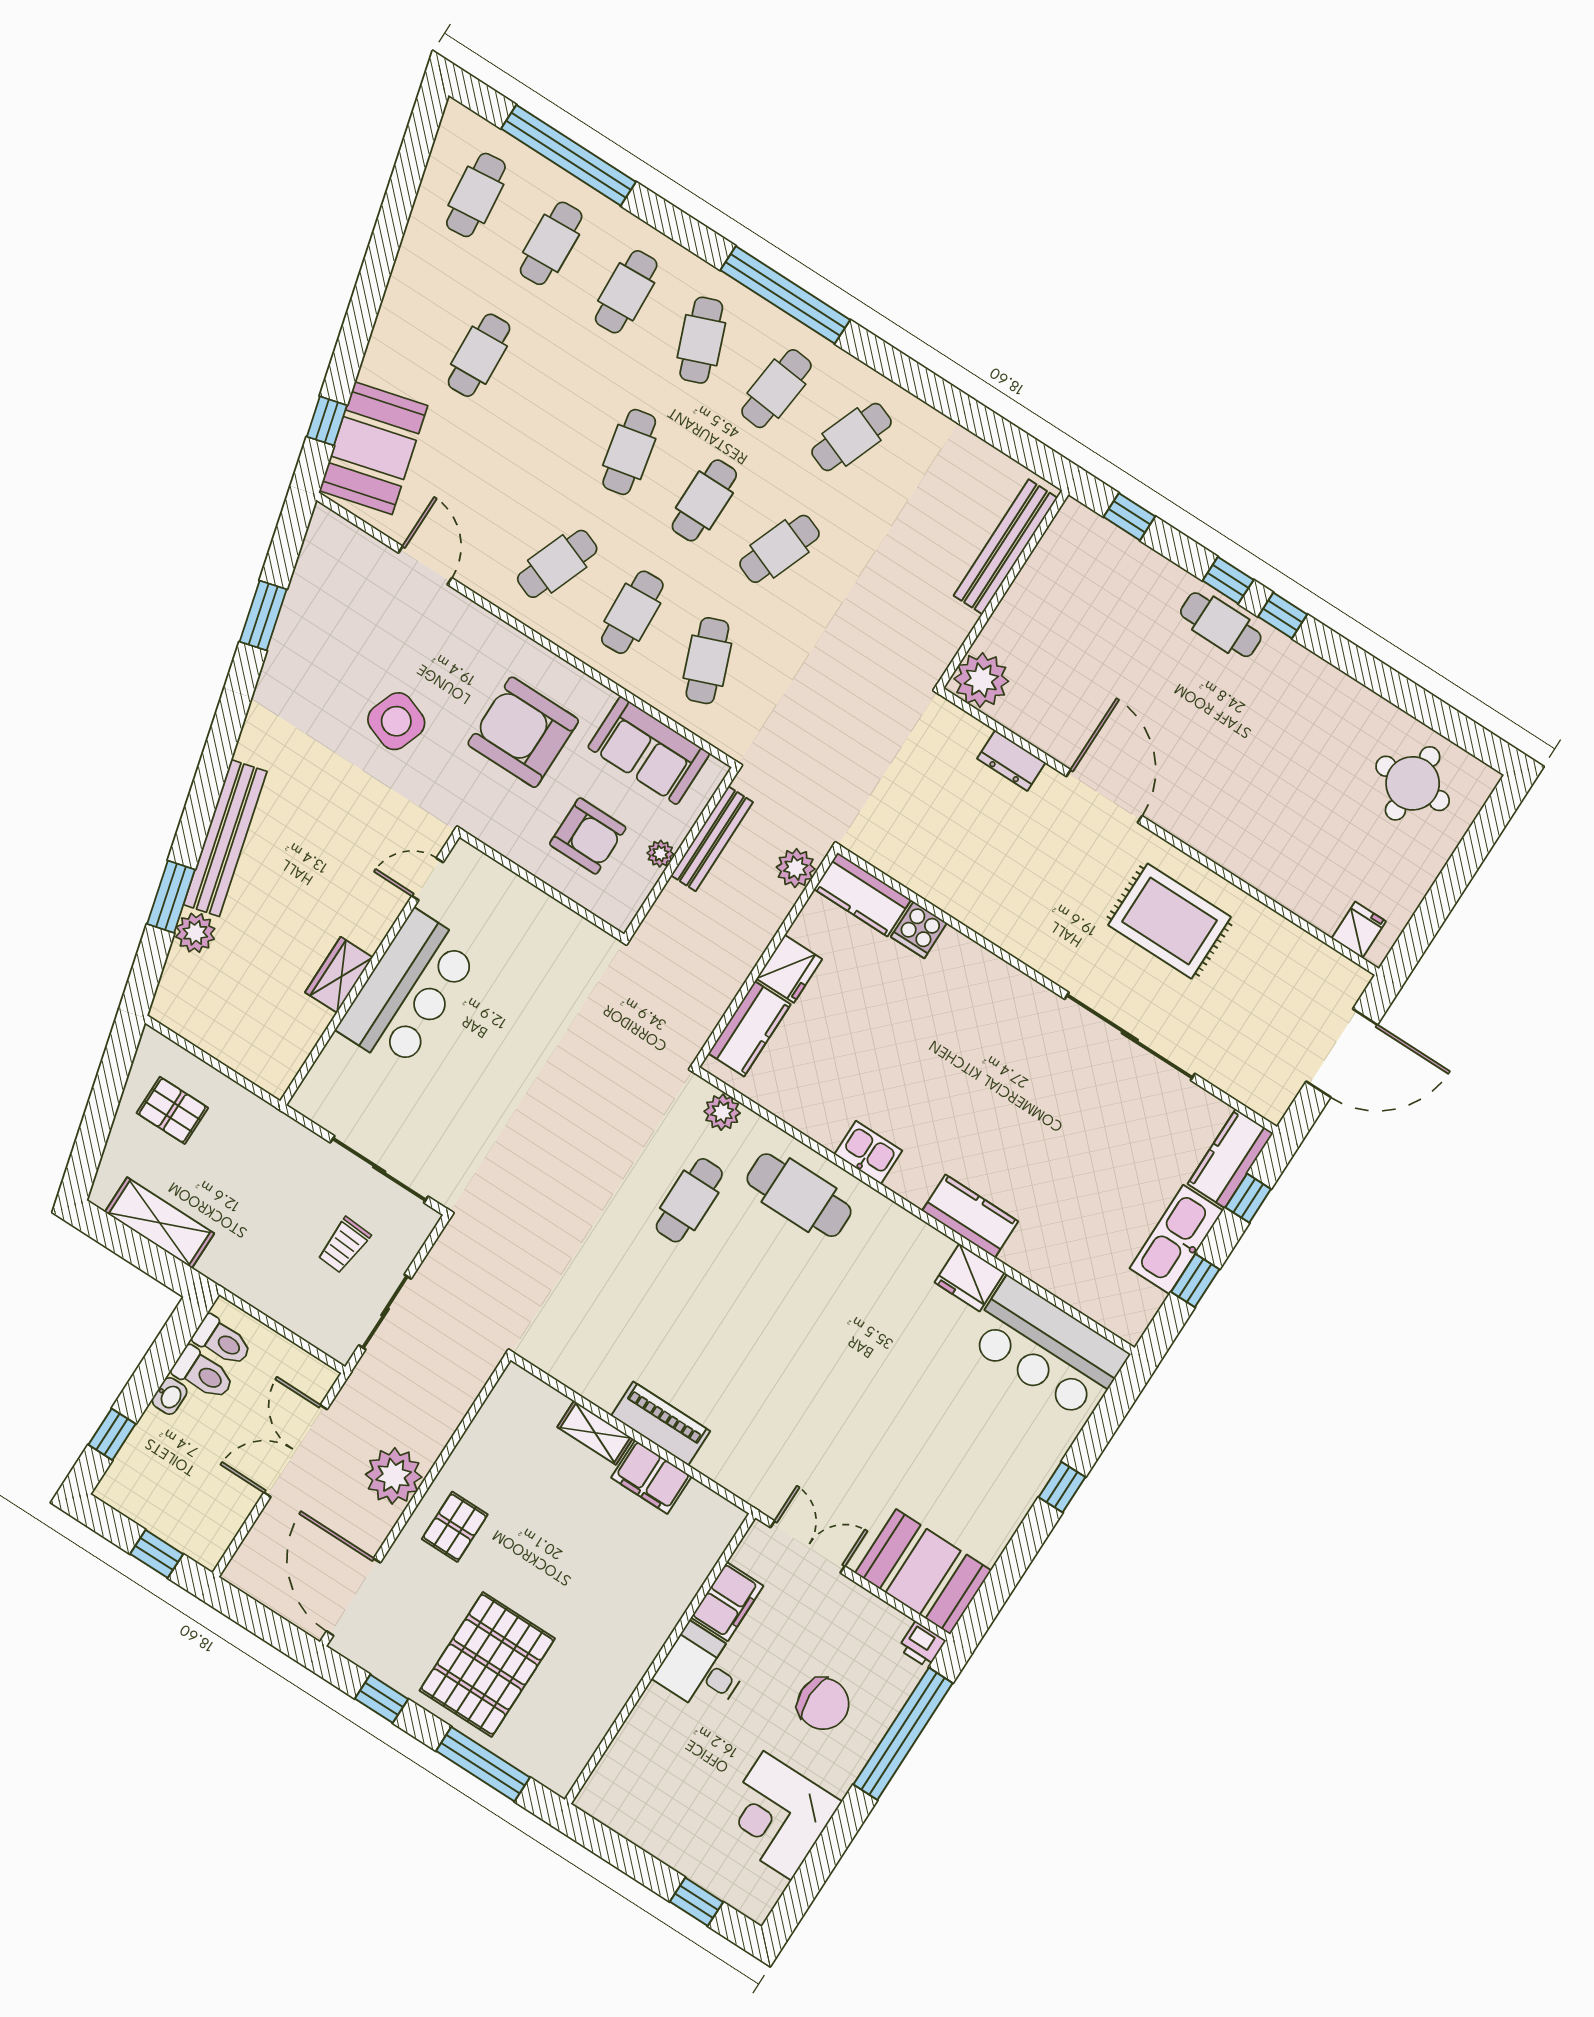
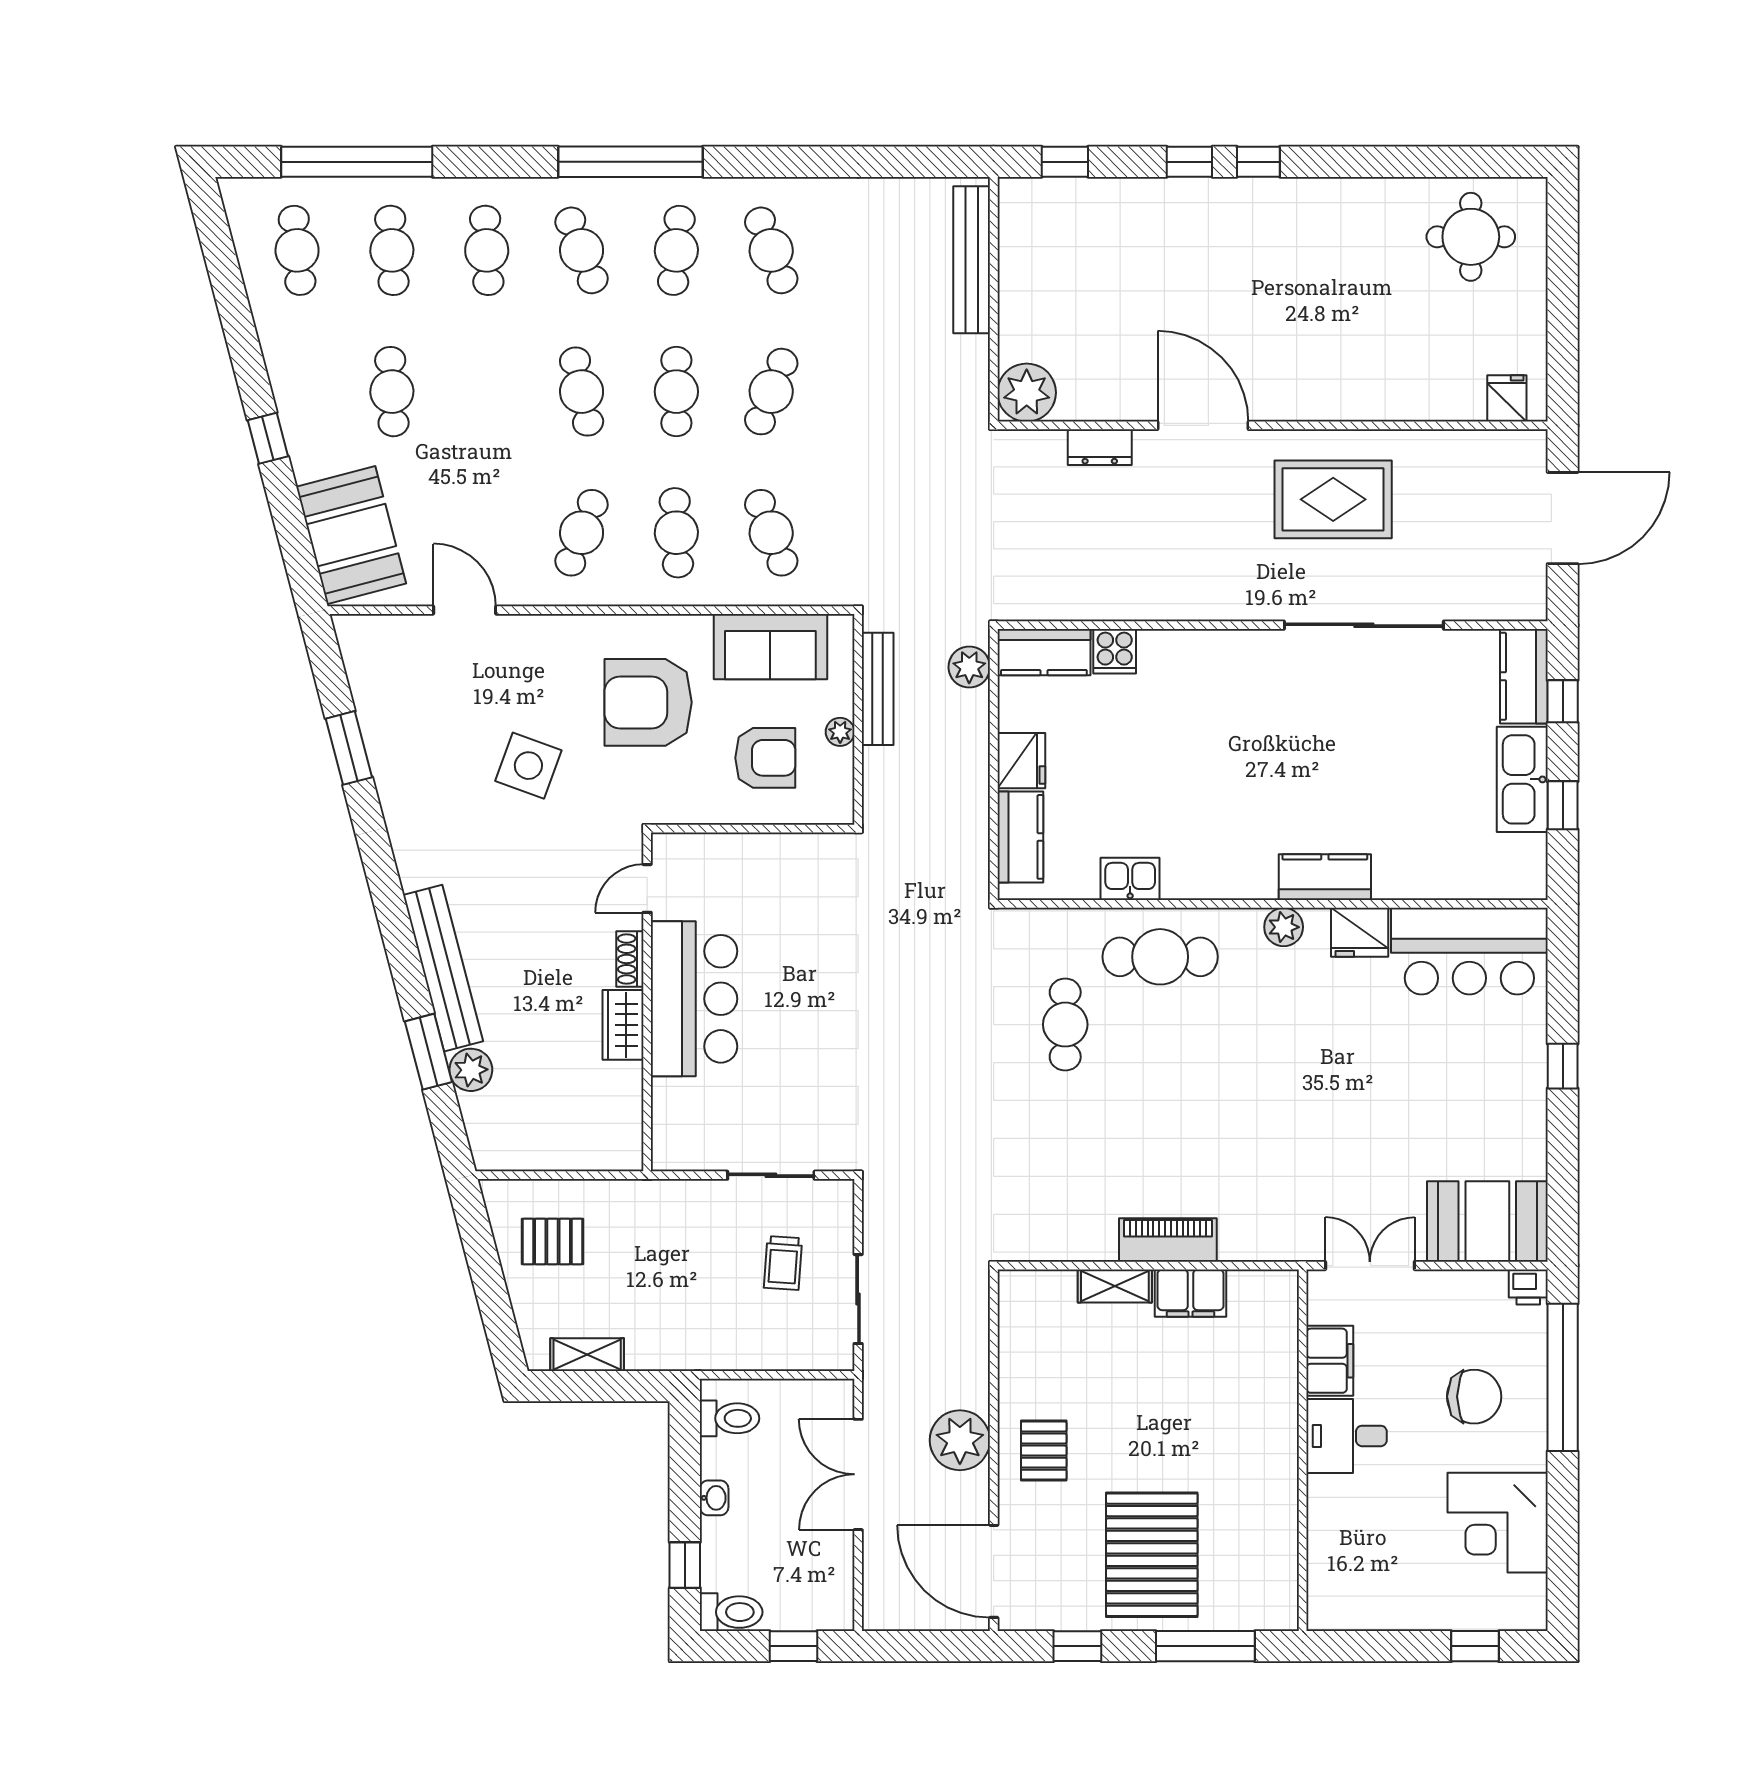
window: (327, 421) -> (268, 438), moved
cafe table: (852, 437) -> (771, 250), turned -42
cafe table: (1221, 625) -> (1208, 206), removed
shoe rack: (378, 926) -> (630, 959), added
plant: (722, 1112) -> (1284, 927), moved
kitchen sink: (868, 1152) -> (1130, 879), moved
sliding door: (379, 1169) -> (771, 1175), width x0.73
shelving: (159, 1223) -> (587, 1355), width x0.67, depth x0.75
toilet: (203, 1373) -> (731, 1612), moved

